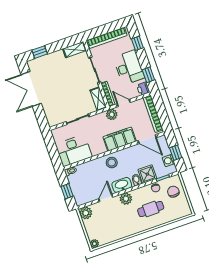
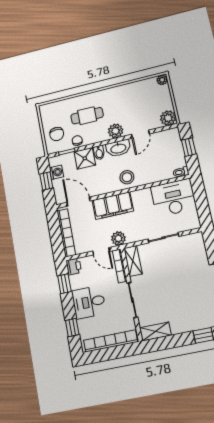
desk: (129, 68) -> (89, 302), width x0.73

